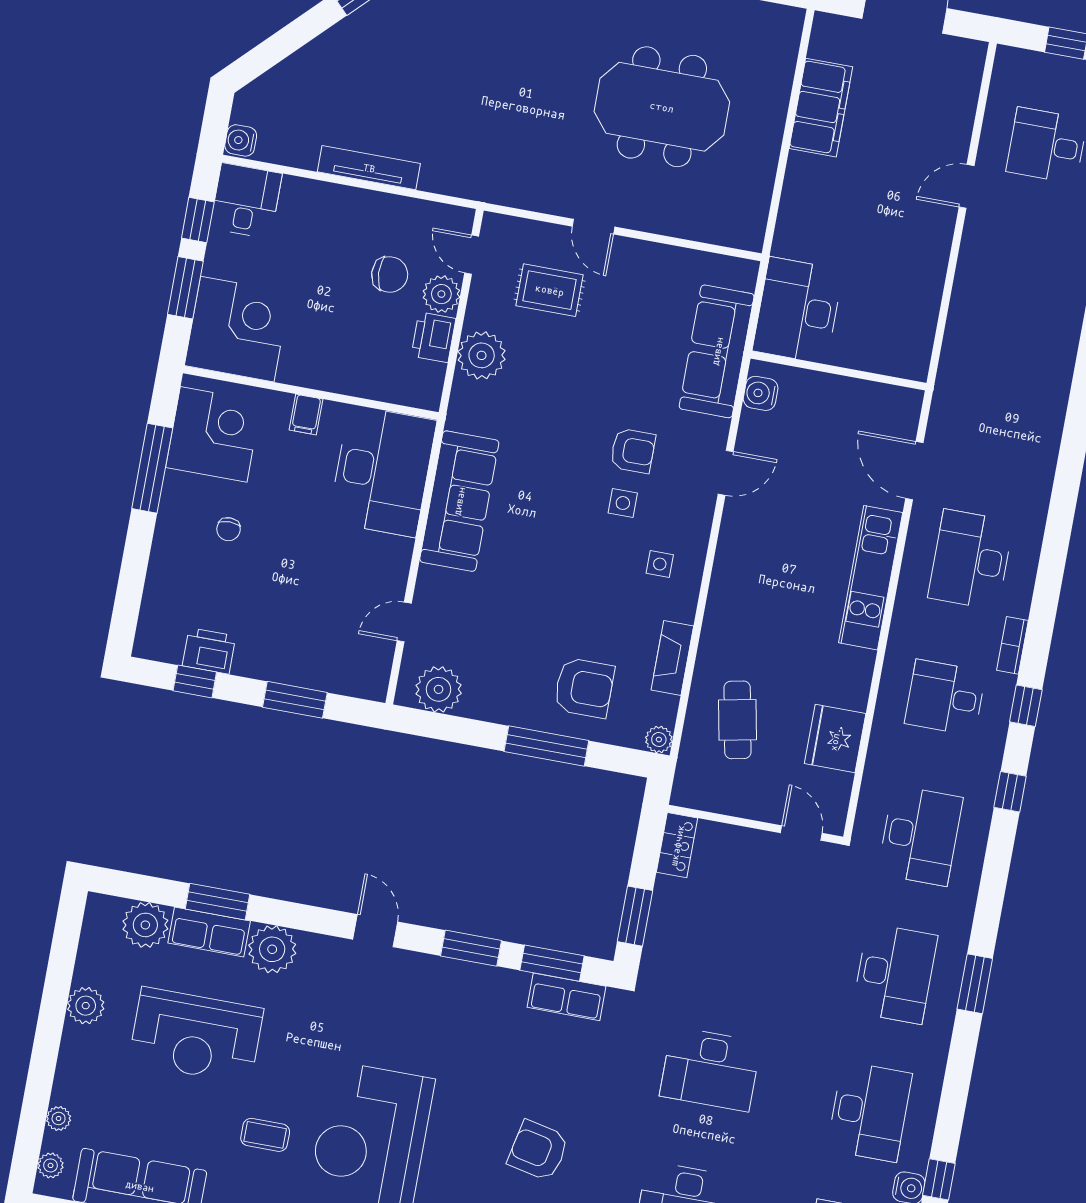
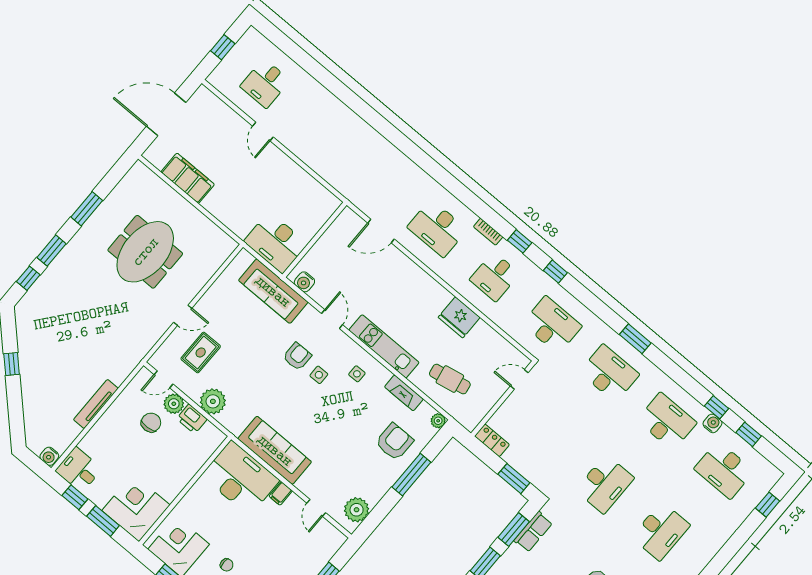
filing cabinet: (306, 415) -> (281, 493), moved, turned 90
kitchen unit: (871, 578) -> (384, 346), moved, turned 180
fridge: (835, 739) -> (459, 317), moved

